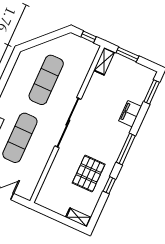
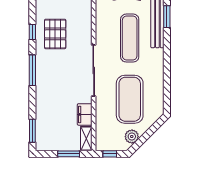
plant: (60, 44) -> (132, 137), added
exercise mat: (46, 80) -> (130, 99), width x1.47
filing cabinet: (130, 114) -> (85, 114), moved, turned 180

